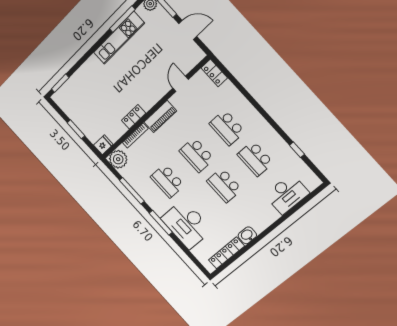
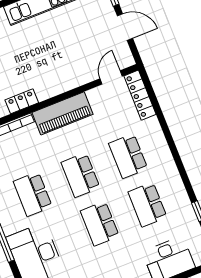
locker: (214, 73) -> (140, 95), width x1.53
door: (181, 84) -> (111, 77), moved
piano: (160, 117) -> (62, 113), width x1.37, depth x1.33

